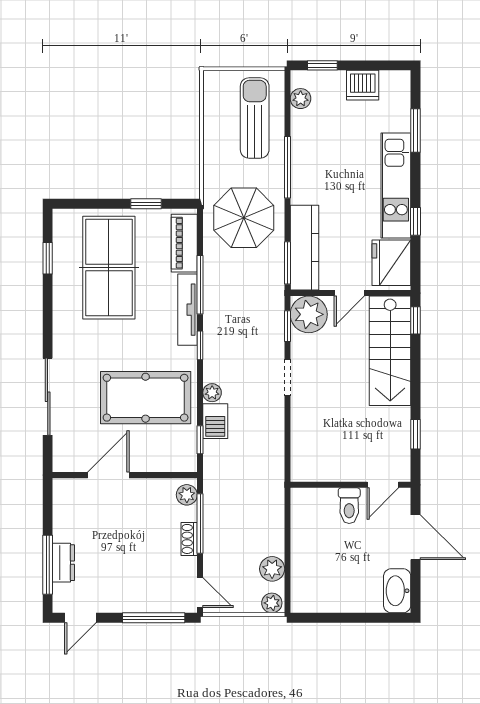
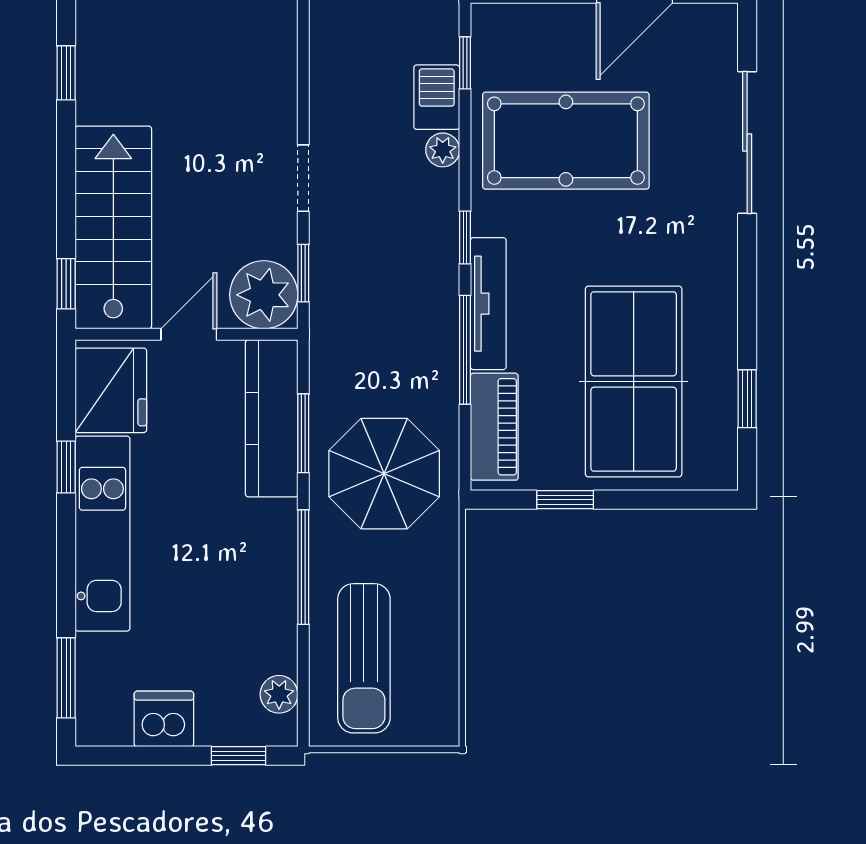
window: (416, 131) -> (66, 678), moved
window: (287, 263) -> (303, 433), moved

